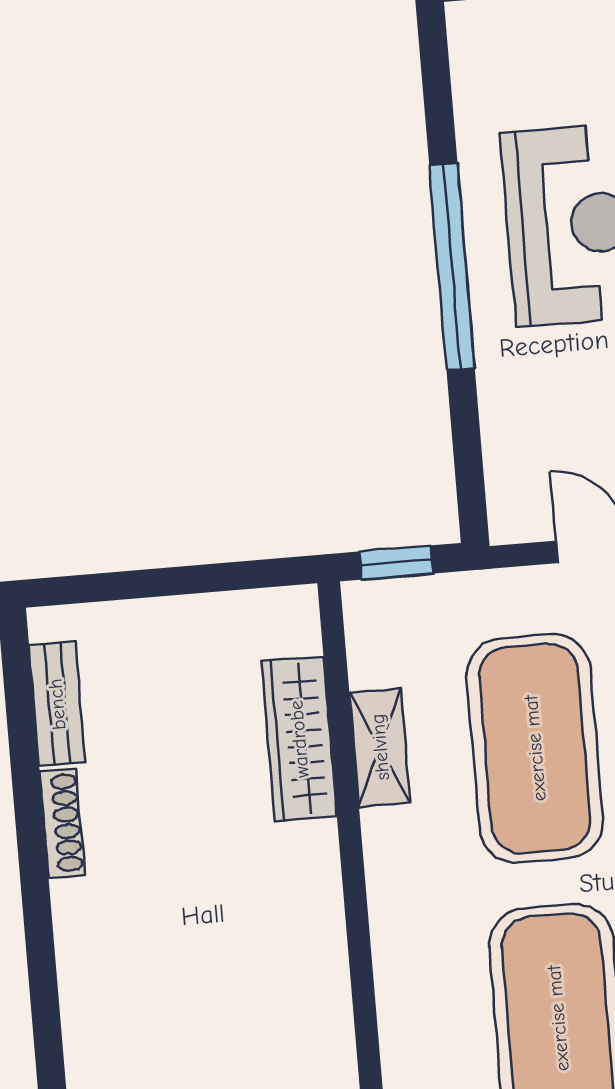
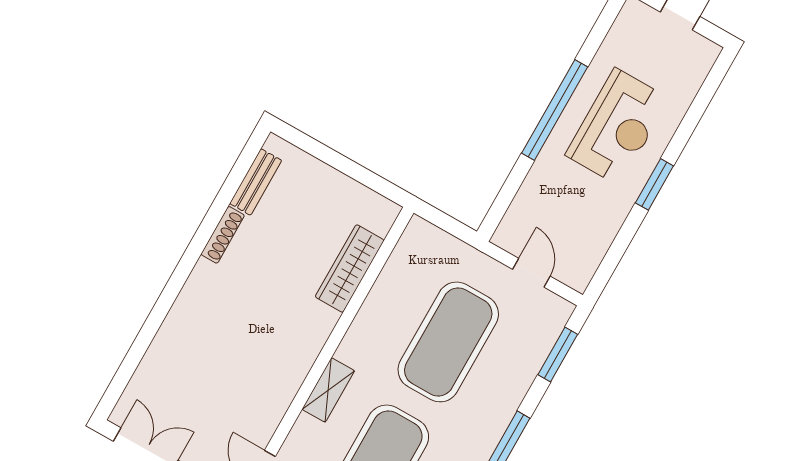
window: (396, 563) -> (443, 221), removed
shelving: (380, 747) -> (328, 390), moved

